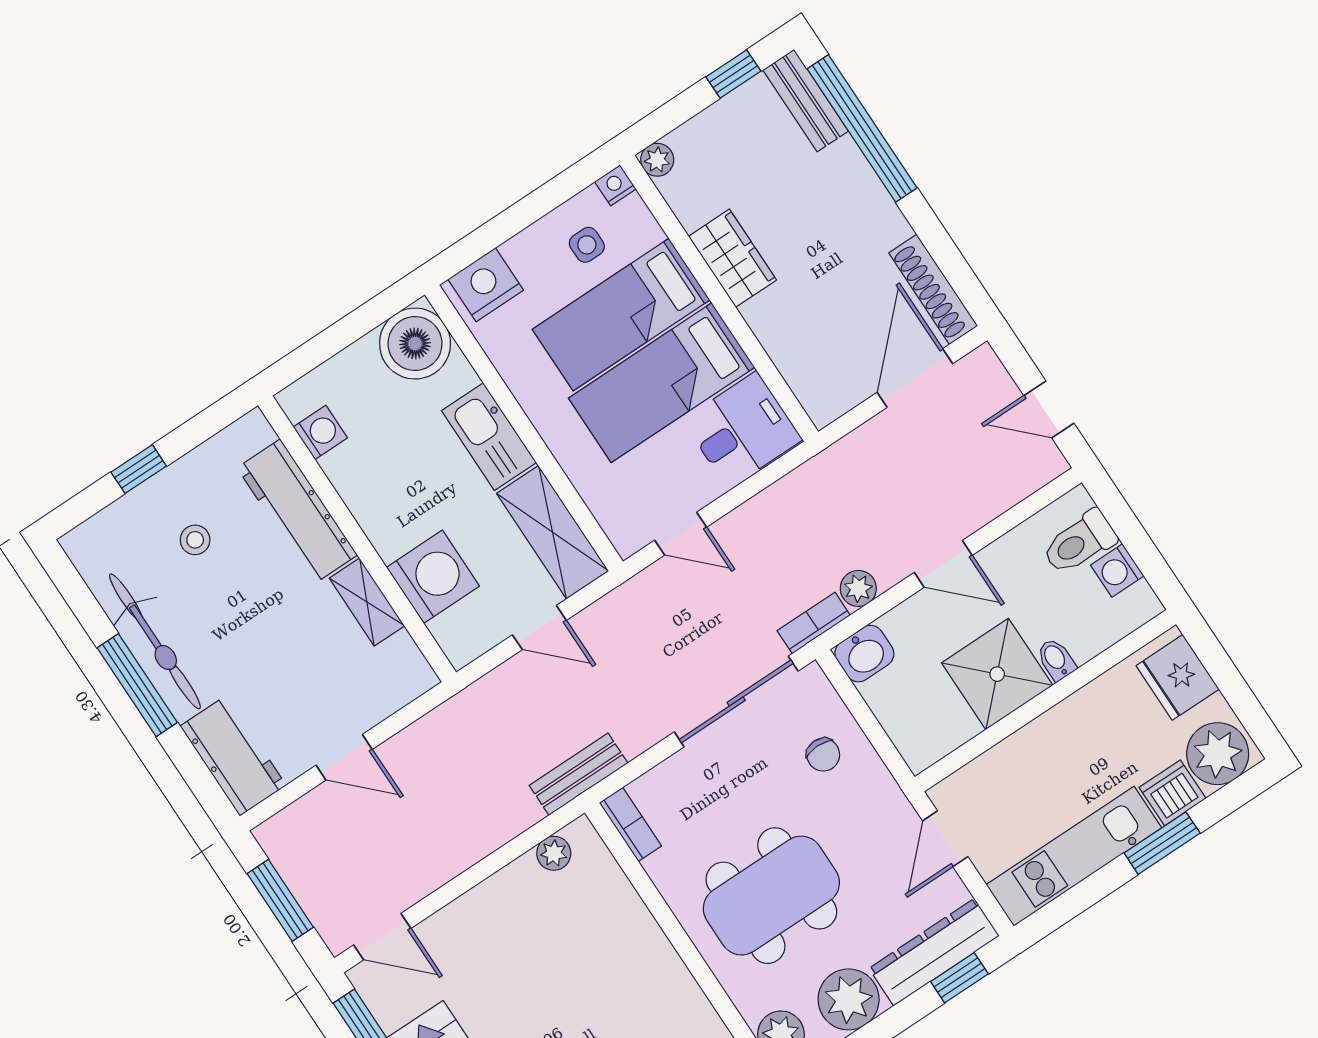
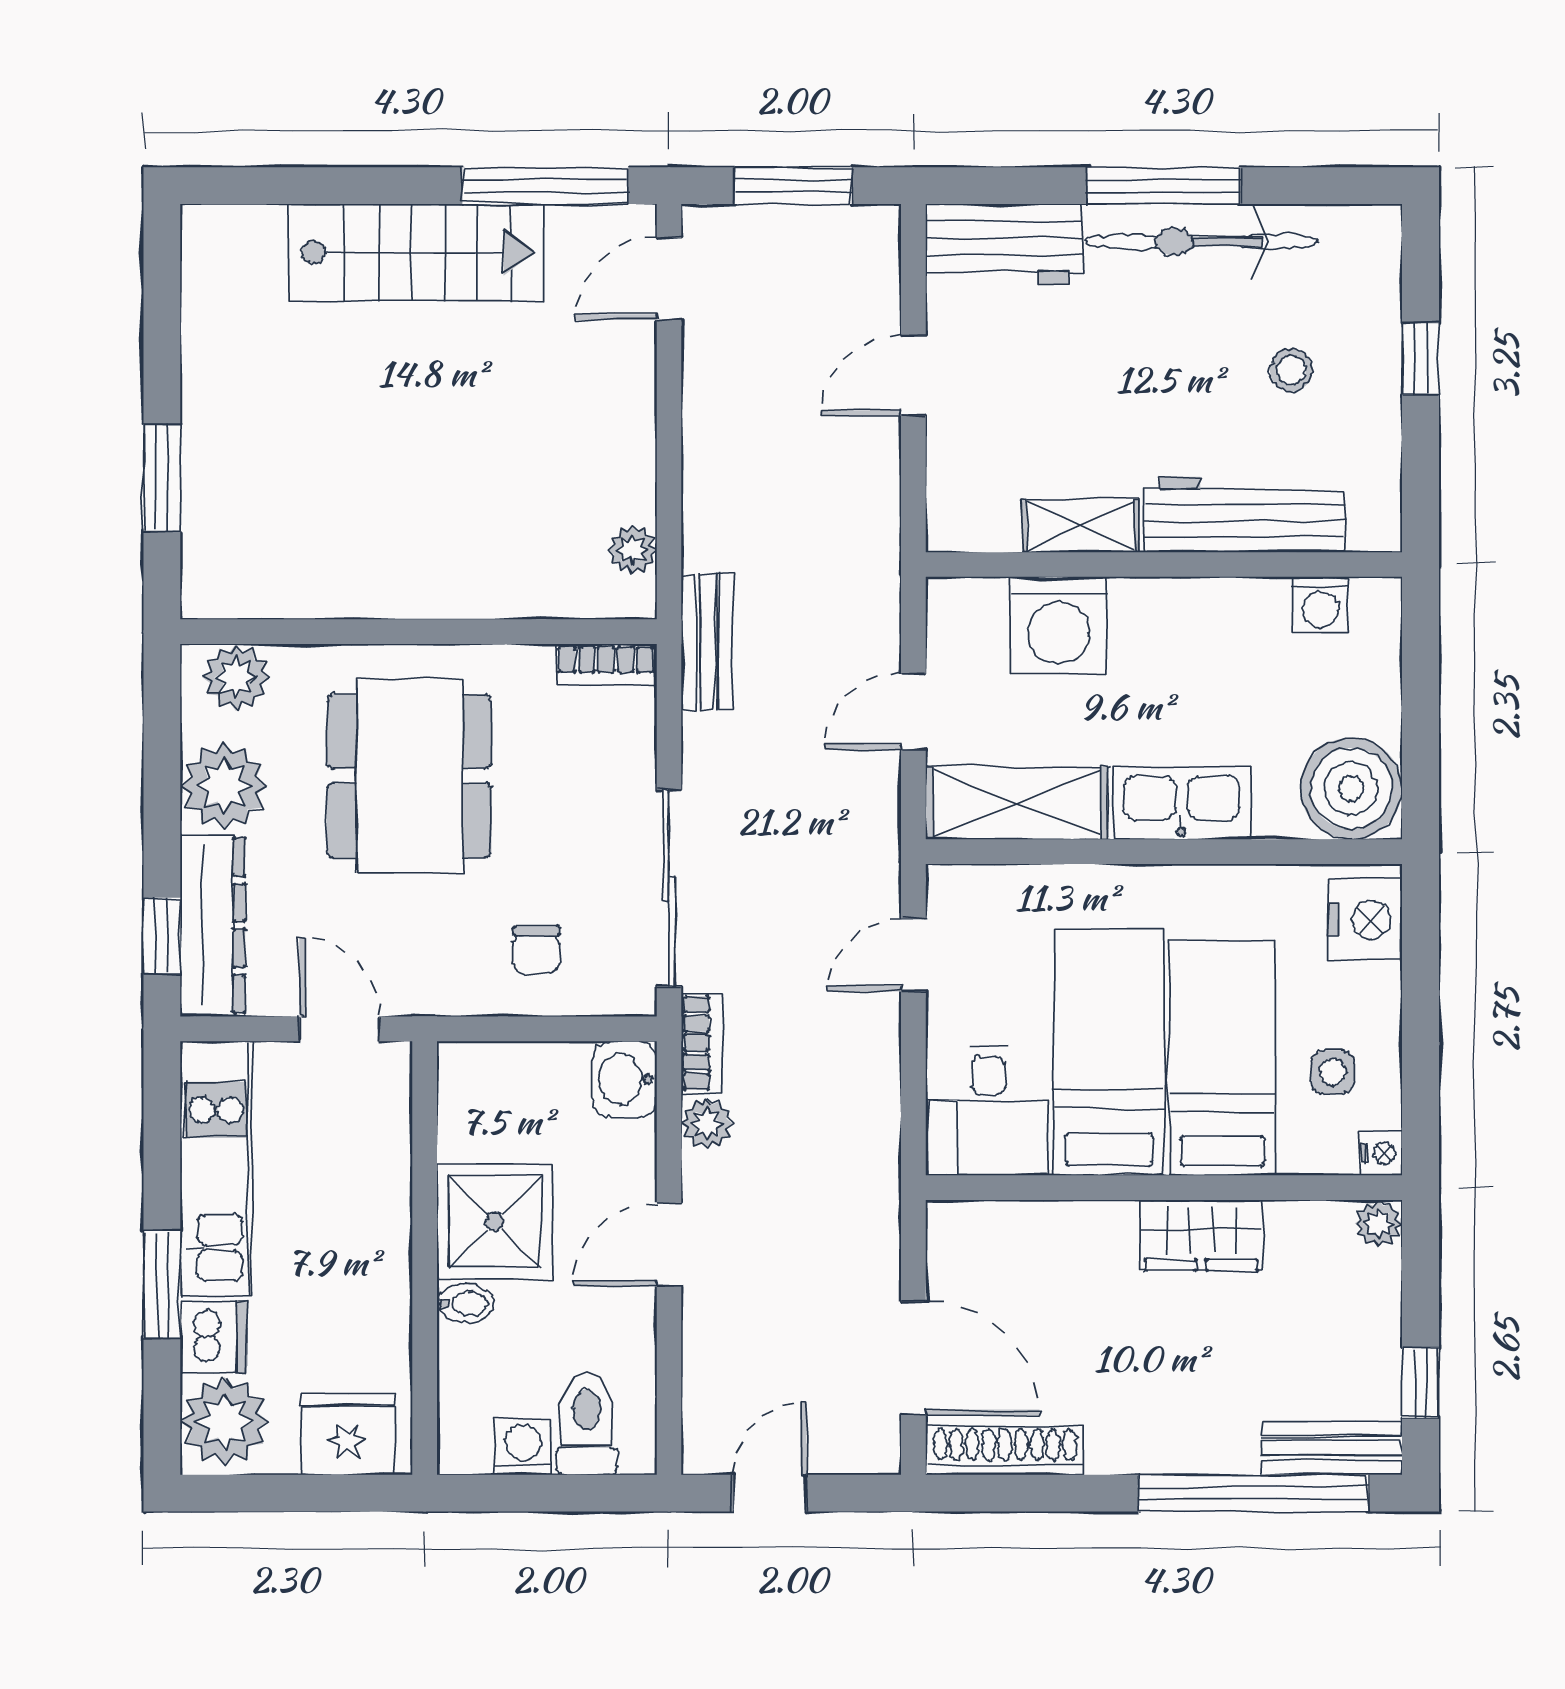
chair: (823, 755) -> (536, 950), turned -90

